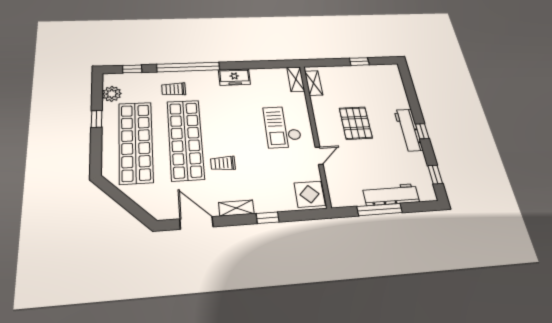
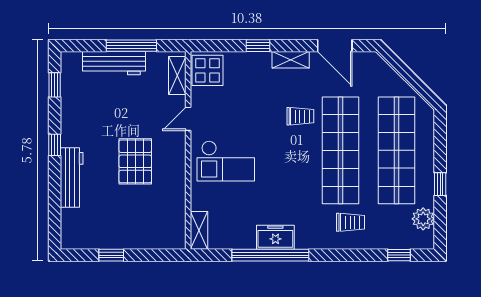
window: (188, 67) -> (270, 255), moved
shelving: (314, 83) -> (177, 76), moved
checkout: (282, 127) -> (226, 161), turned 90
workbench: (408, 130) -> (72, 177), moved

